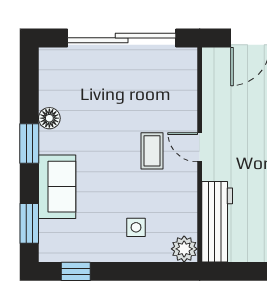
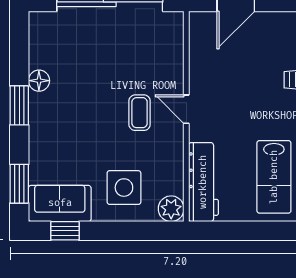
sofa: (57, 187) -> (60, 203), moved, turned -90
side table: (136, 227) -> (124, 188), width x1.87, depth x1.87

